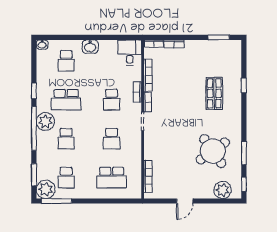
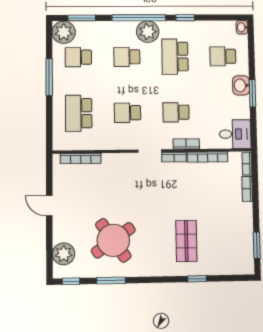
window: (97, 37) -> (252, 93), added
shop shelf: (214, 93) -> (186, 241), turned 90
window: (57, 201) -> (49, 77), moved

